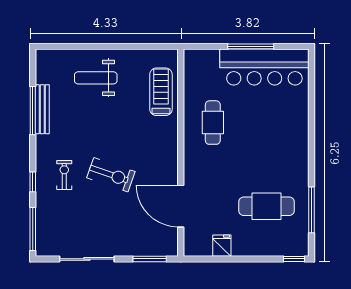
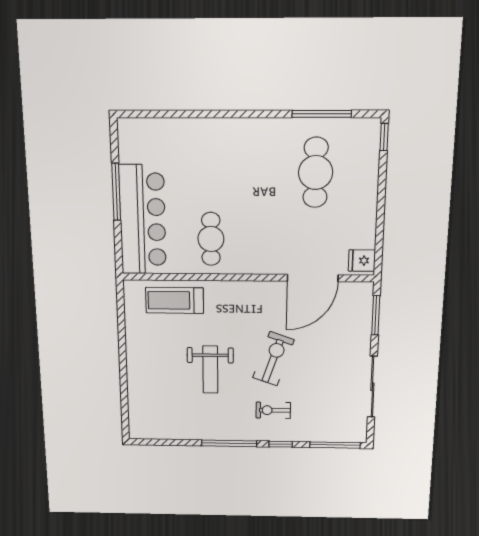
bar counter: (264, 67) -> (143, 220), moved
weight bench: (96, 78) -> (210, 370), moved
bench: (42, 109) -> (197, 433), removed
window: (33, 111) -> (229, 443), moved
cafe table: (213, 123) -> (211, 239), turned 90
fridge: (222, 246) -> (362, 261), moved

